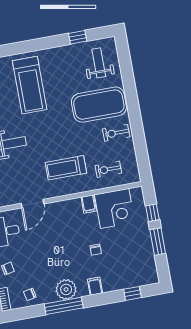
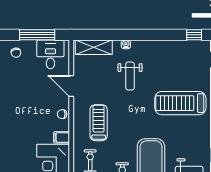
chair: (96, 250) -> (62, 114), moved

